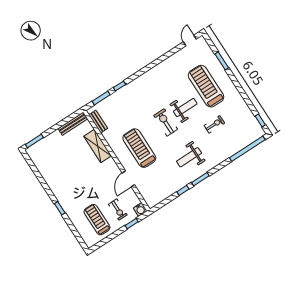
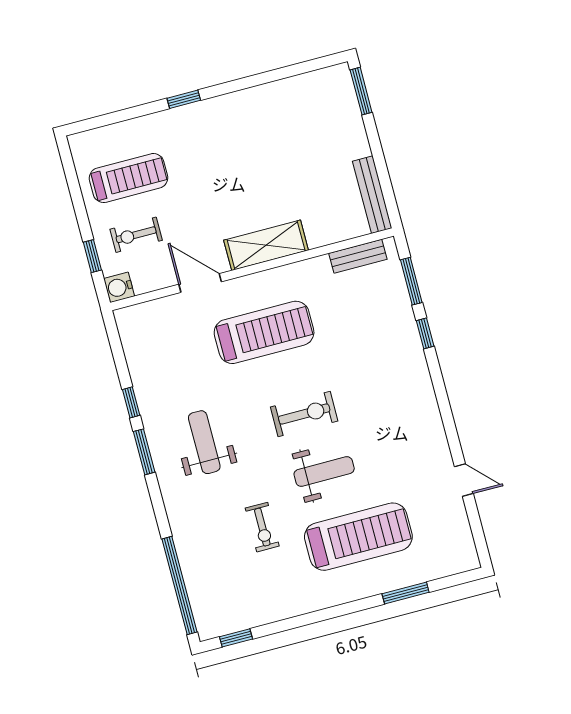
door: (190, 40) -> (464, 480), moved
weight bench: (185, 107) -> (324, 472), turned -90
shelving: (98, 146) -> (266, 245), moved

